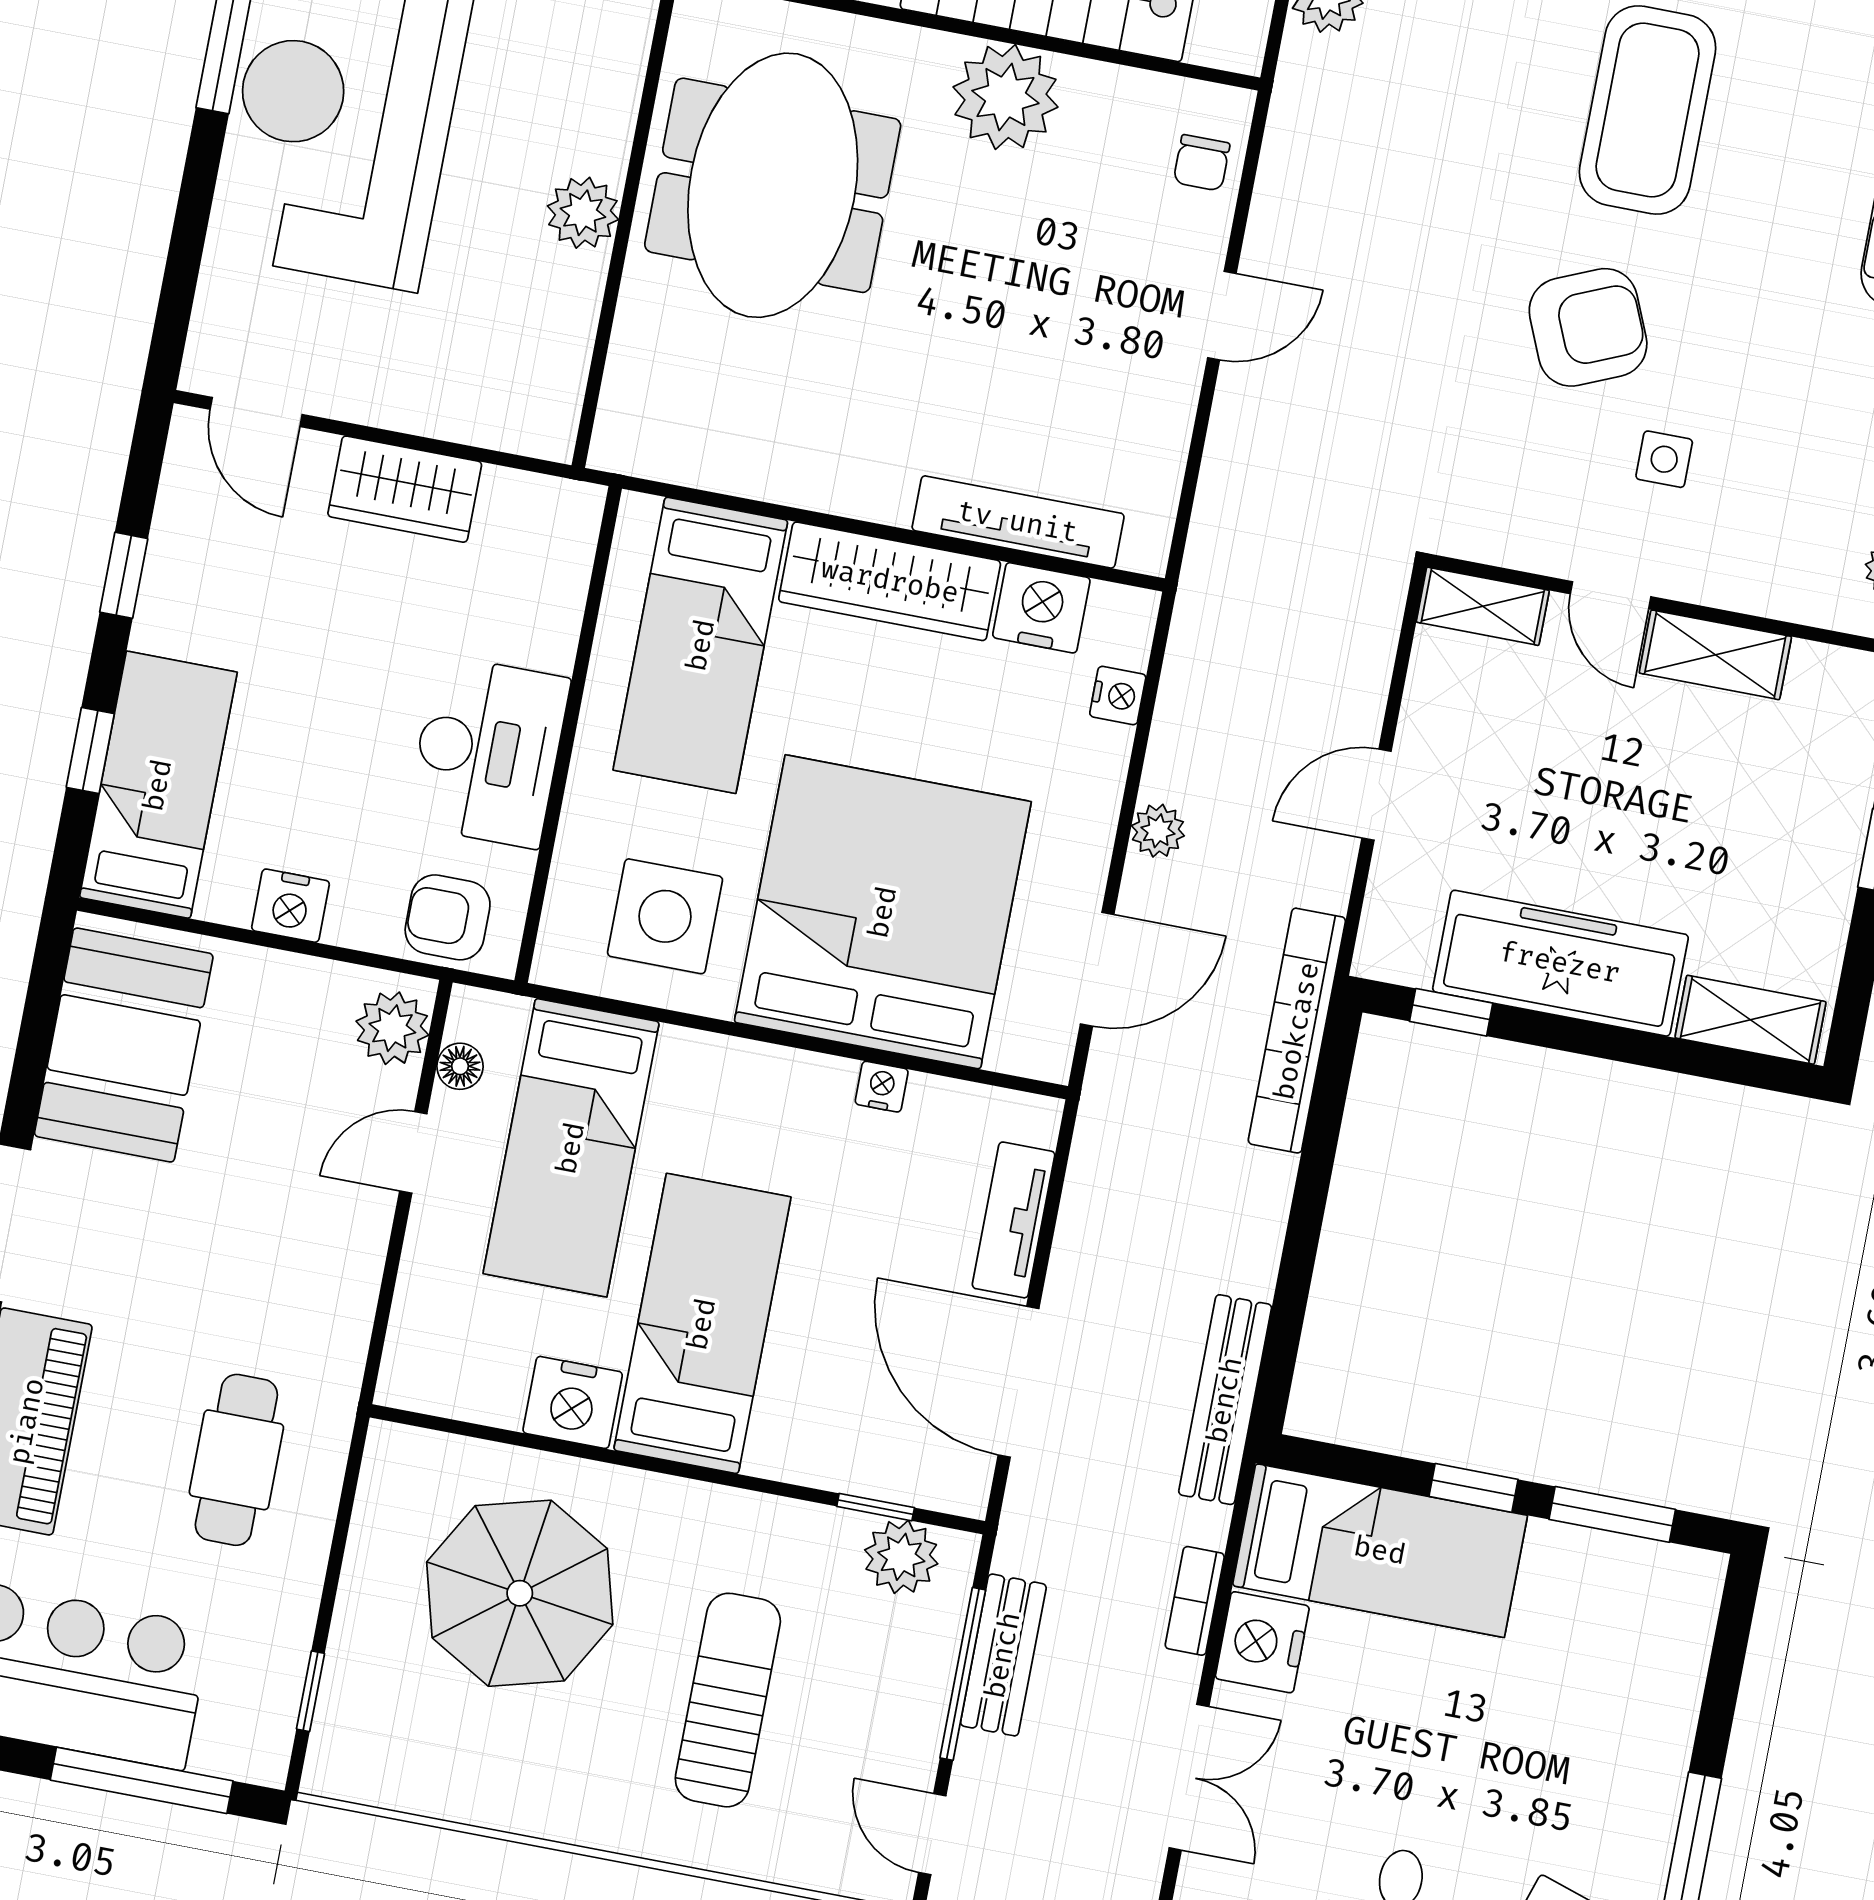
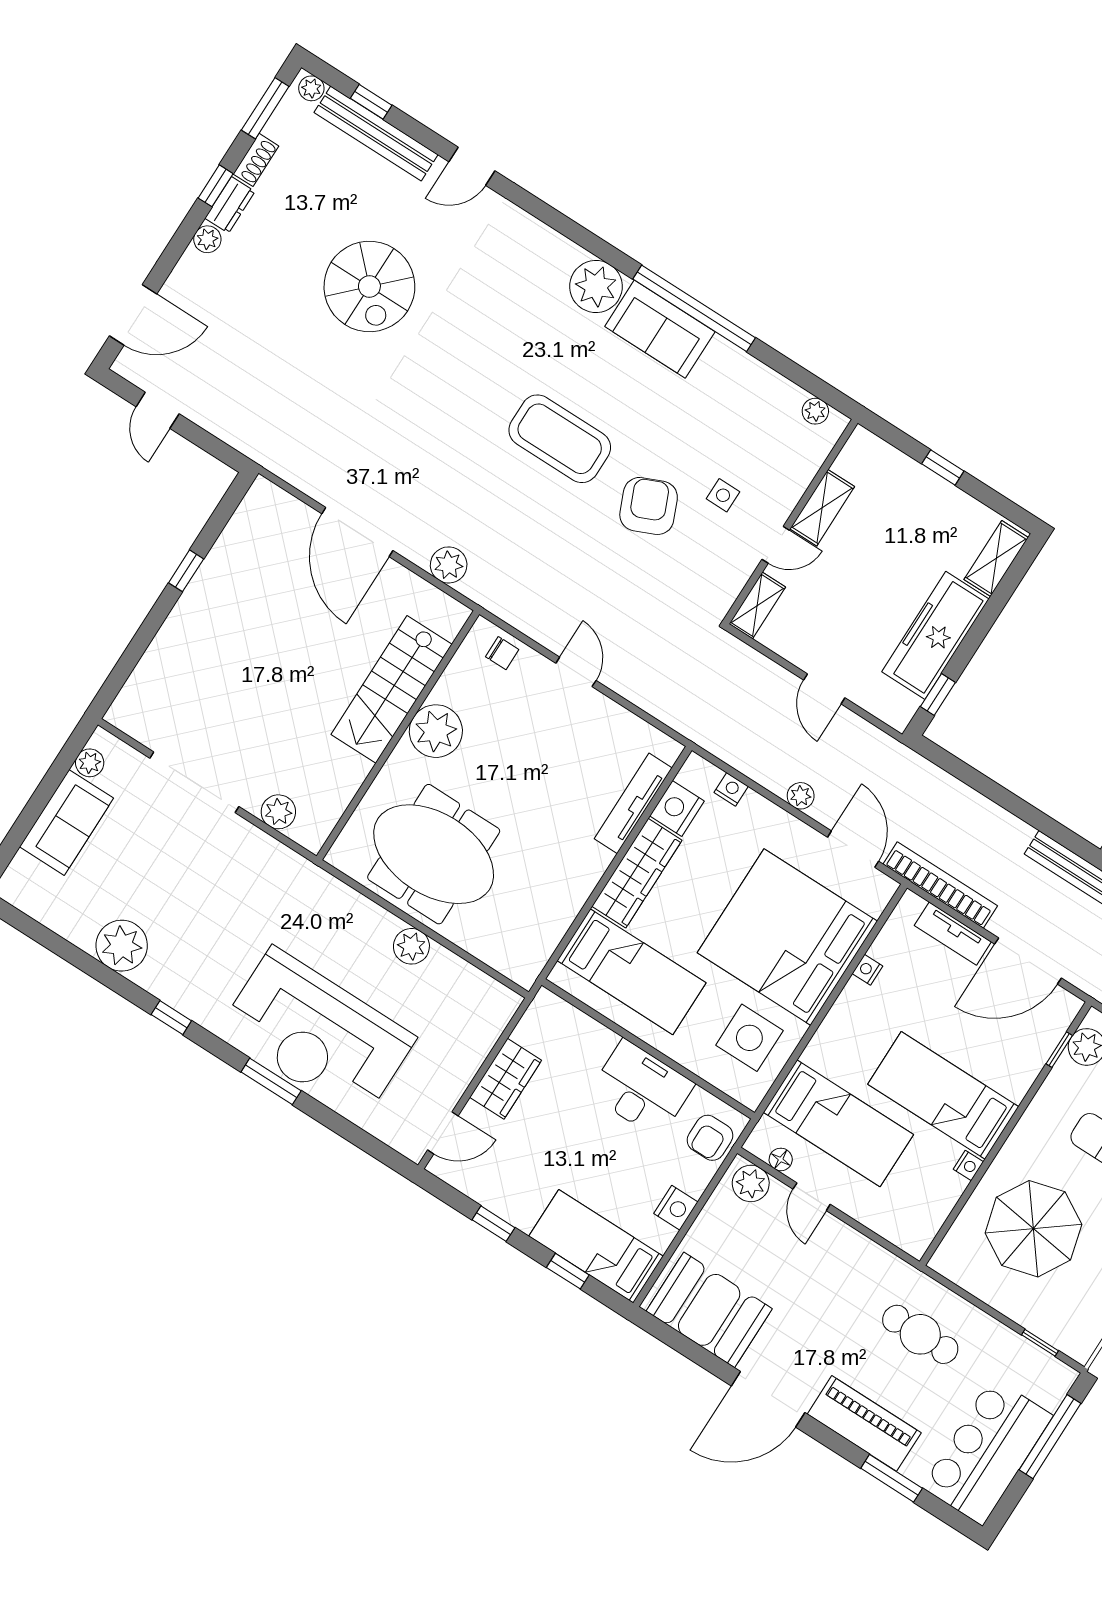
bookcase: (1297, 1031) -> (940, 885), moved, turned 180
nightstand: (573, 1402) -> (968, 1166), width x0.53, depth x0.56

